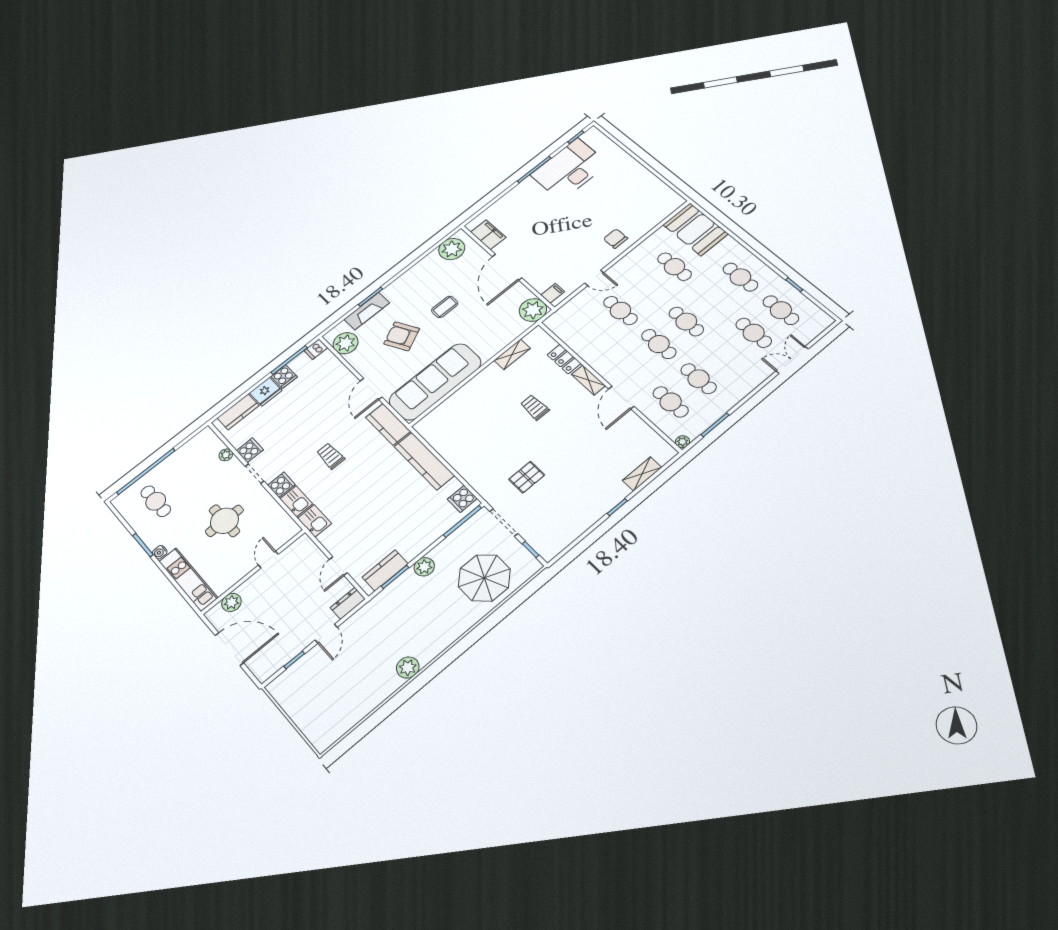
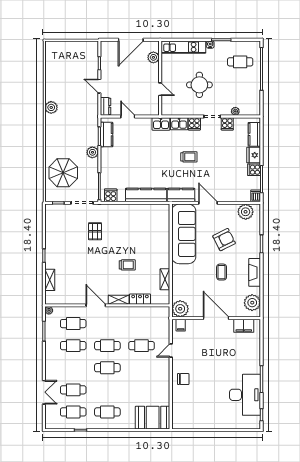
cafe table: (674, 267) -> (141, 390), removed
fireplace: (367, 311) -> (255, 272), moved

